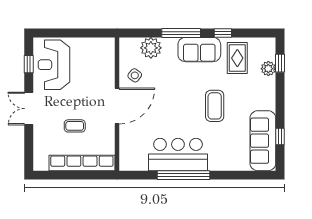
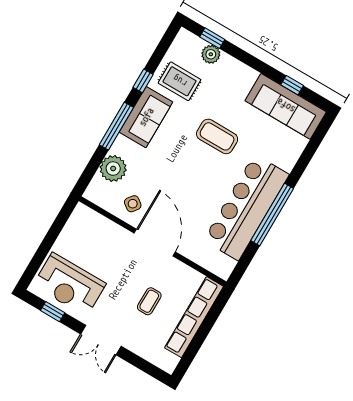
bar counter: (178, 154) -> (246, 207), width x1.36

